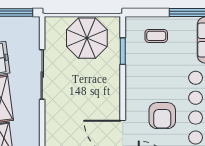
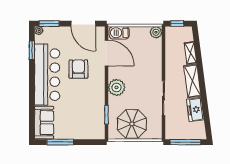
coffee table: (156, 36) -> (83, 125), removed
plant: (108, 90) -> (117, 87), added

